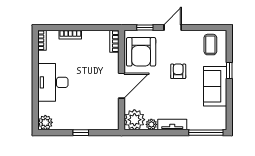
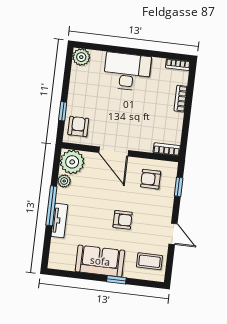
door: (173, 28) -> (173, 234), moved
armchair: (141, 52) -> (151, 179), width x0.53, depth x0.53
armchair: (104, 118) -> (78, 126), added
tv unit: (172, 124) -> (59, 221), moved
window: (81, 133) -> (63, 111), moved
window: (206, 133) -> (51, 206), moved

